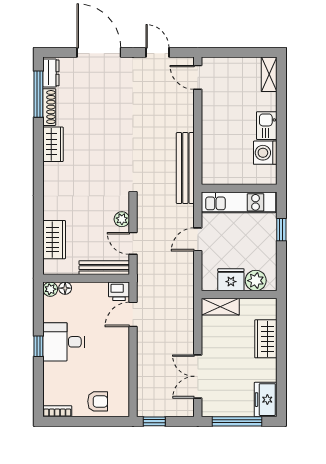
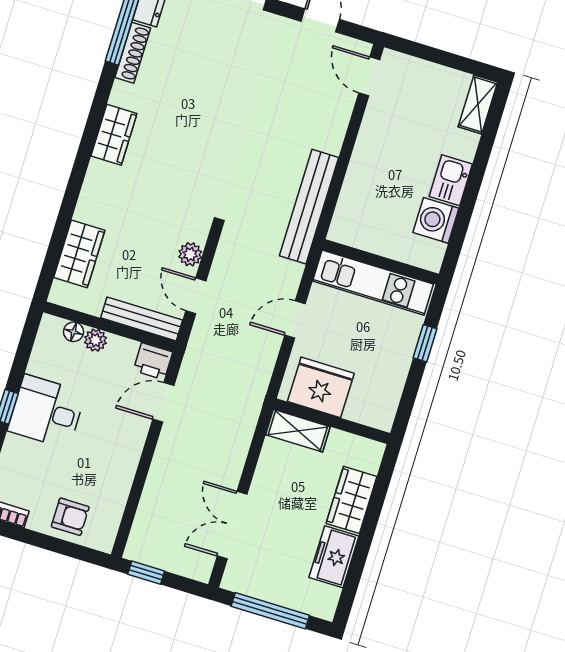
wardrobe: (53, 144) -> (114, 135), moved
fridge: (231, 280) -> (321, 387), width x1.36, depth x1.34
plant: (256, 281) -> (363, 408), removed
plant: (50, 289) -> (95, 340), moved
freezer: (266, 400) -> (334, 557), moved

